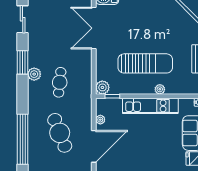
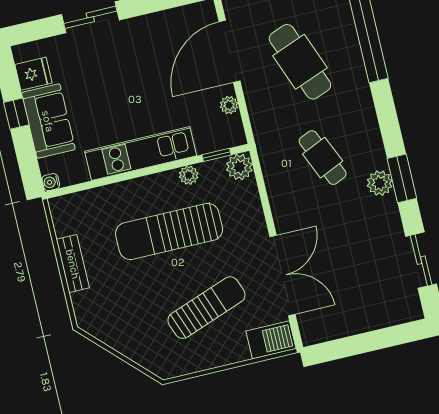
sun lounger: (136, 21) -> (206, 308), added
plant: (34, 74) -> (380, 183), moved
cafe table: (60, 82) -> (323, 158), turned -30
plant: (160, 89) -> (189, 175), moved

